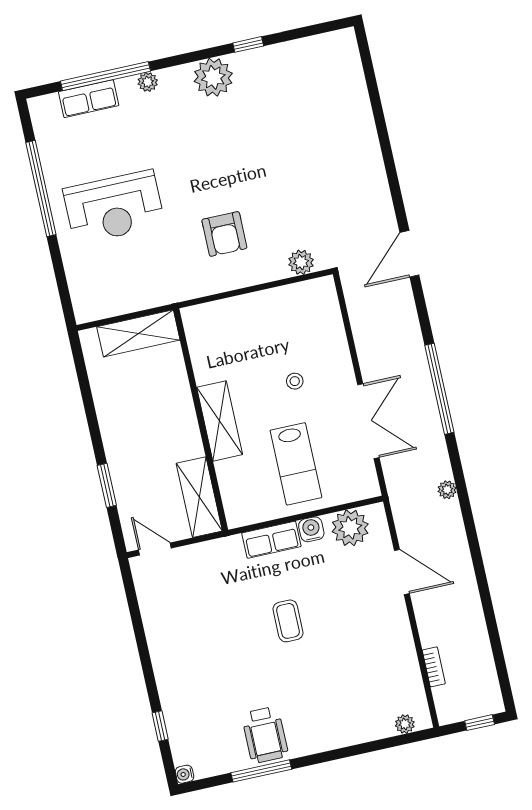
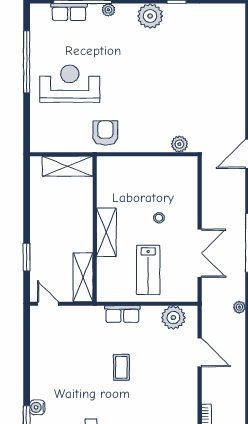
reception desk: (114, 207) -> (70, 84), turned 180
armchair: (224, 234) -> (105, 133), moved, turned 180
water cooler: (311, 529) -> (37, 407), moved, turned -90

